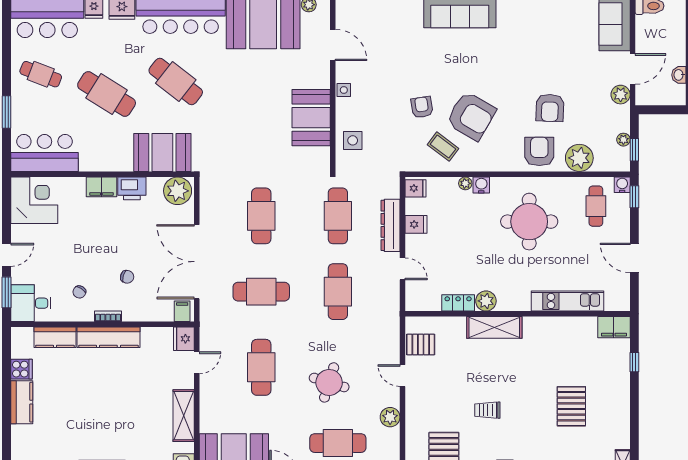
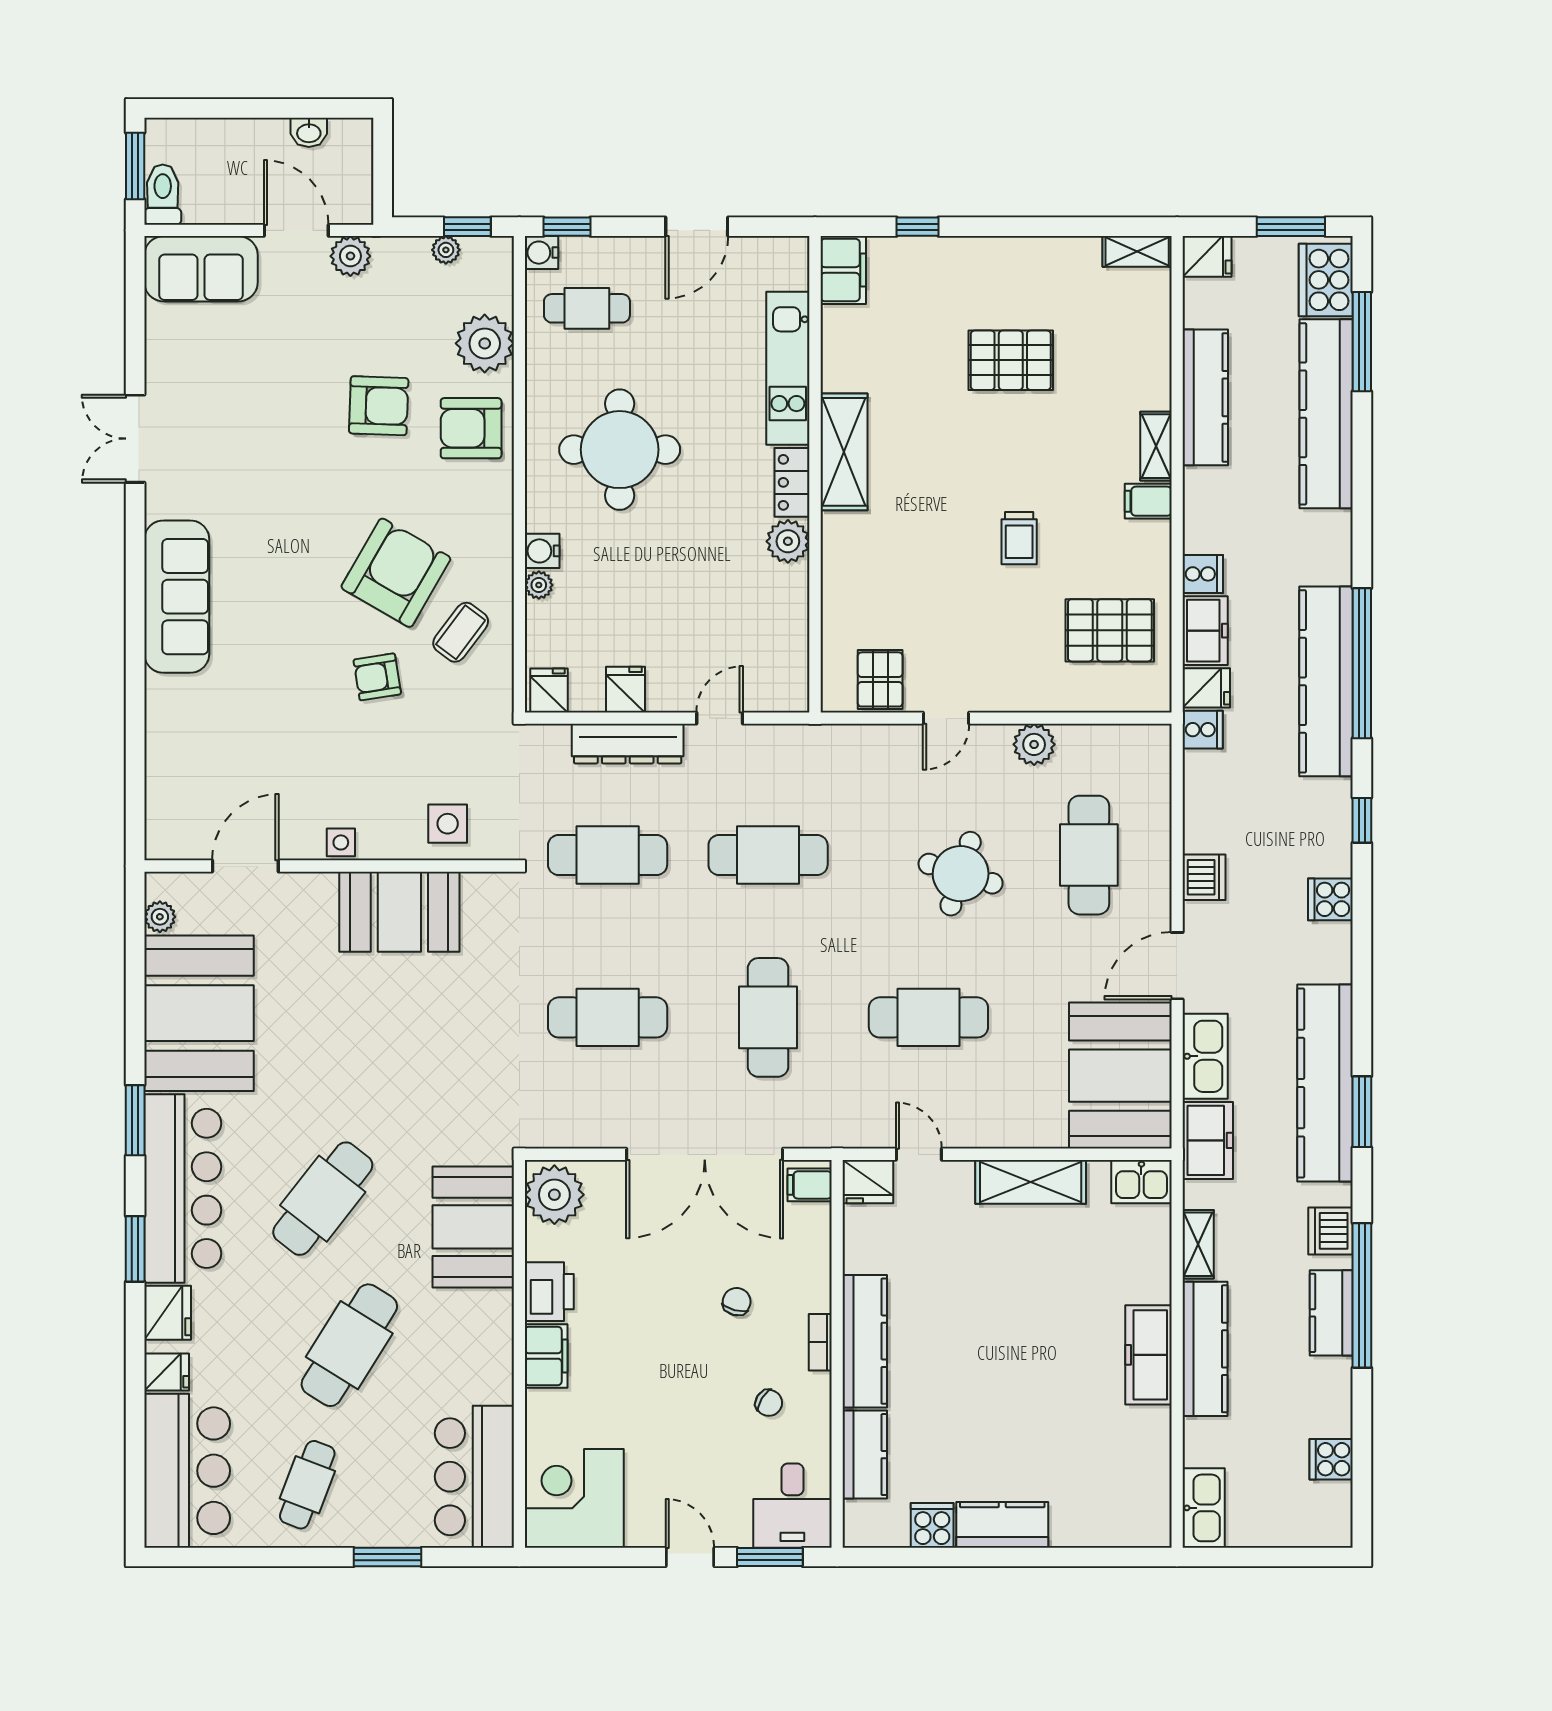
locker: (458, 303) -> (792, 482), moved
shelving: (494, 327) -> (844, 452), moved

